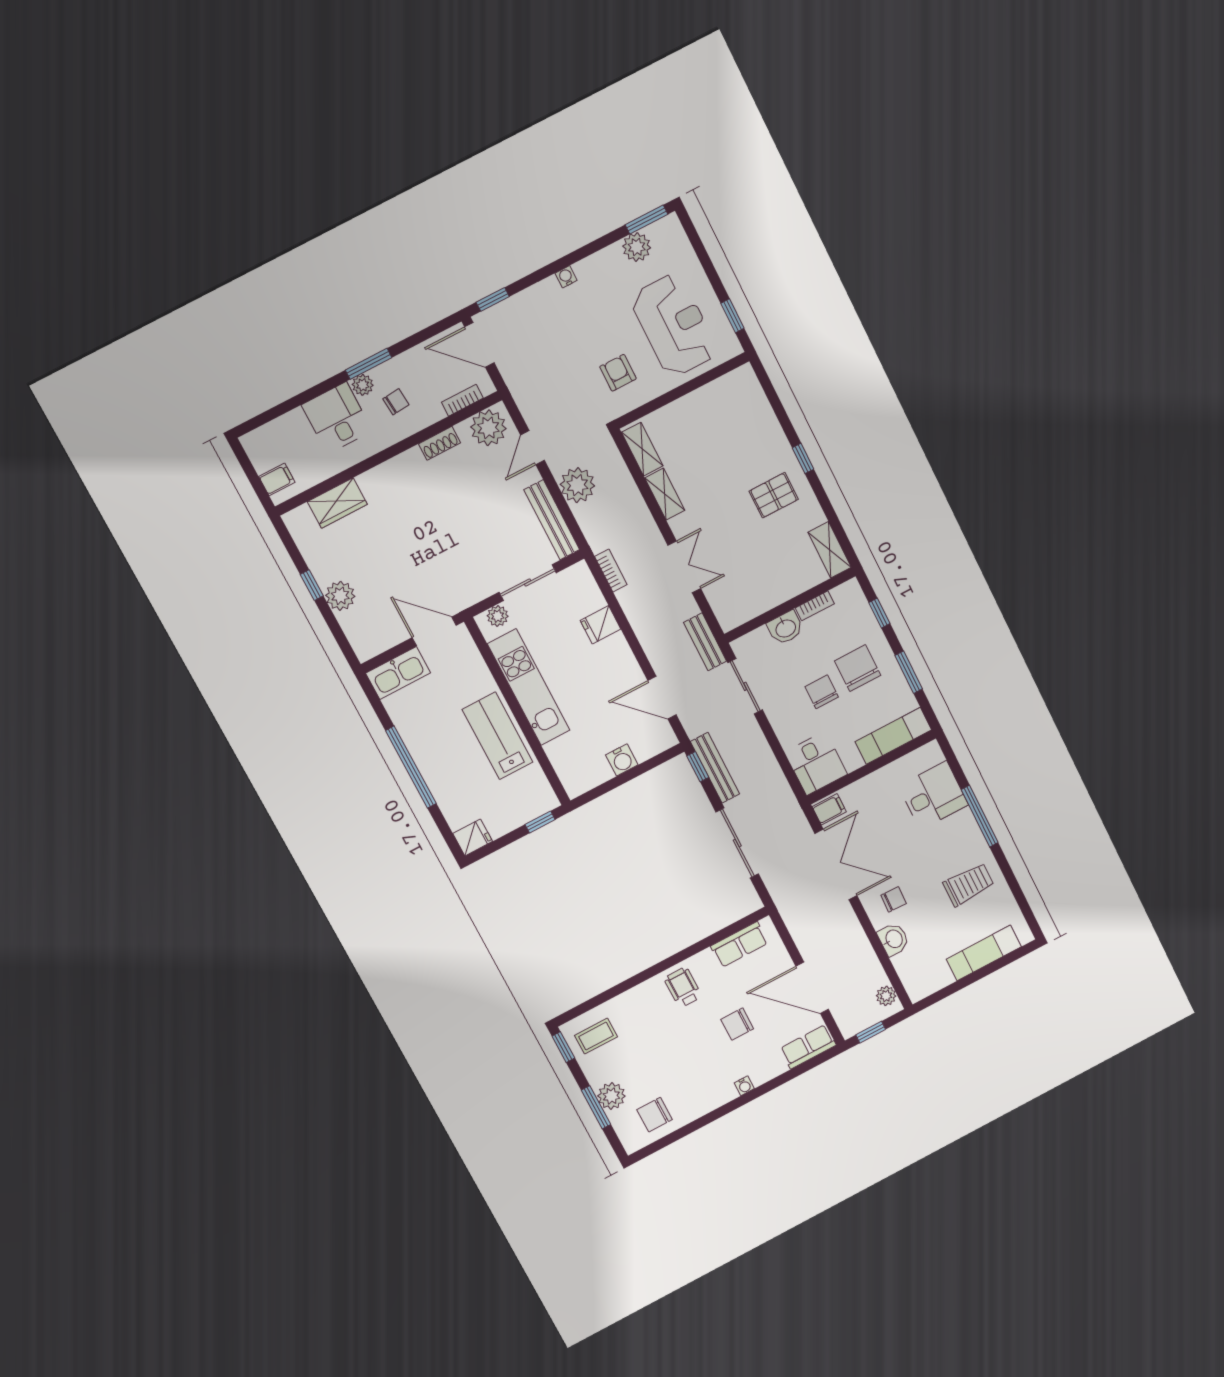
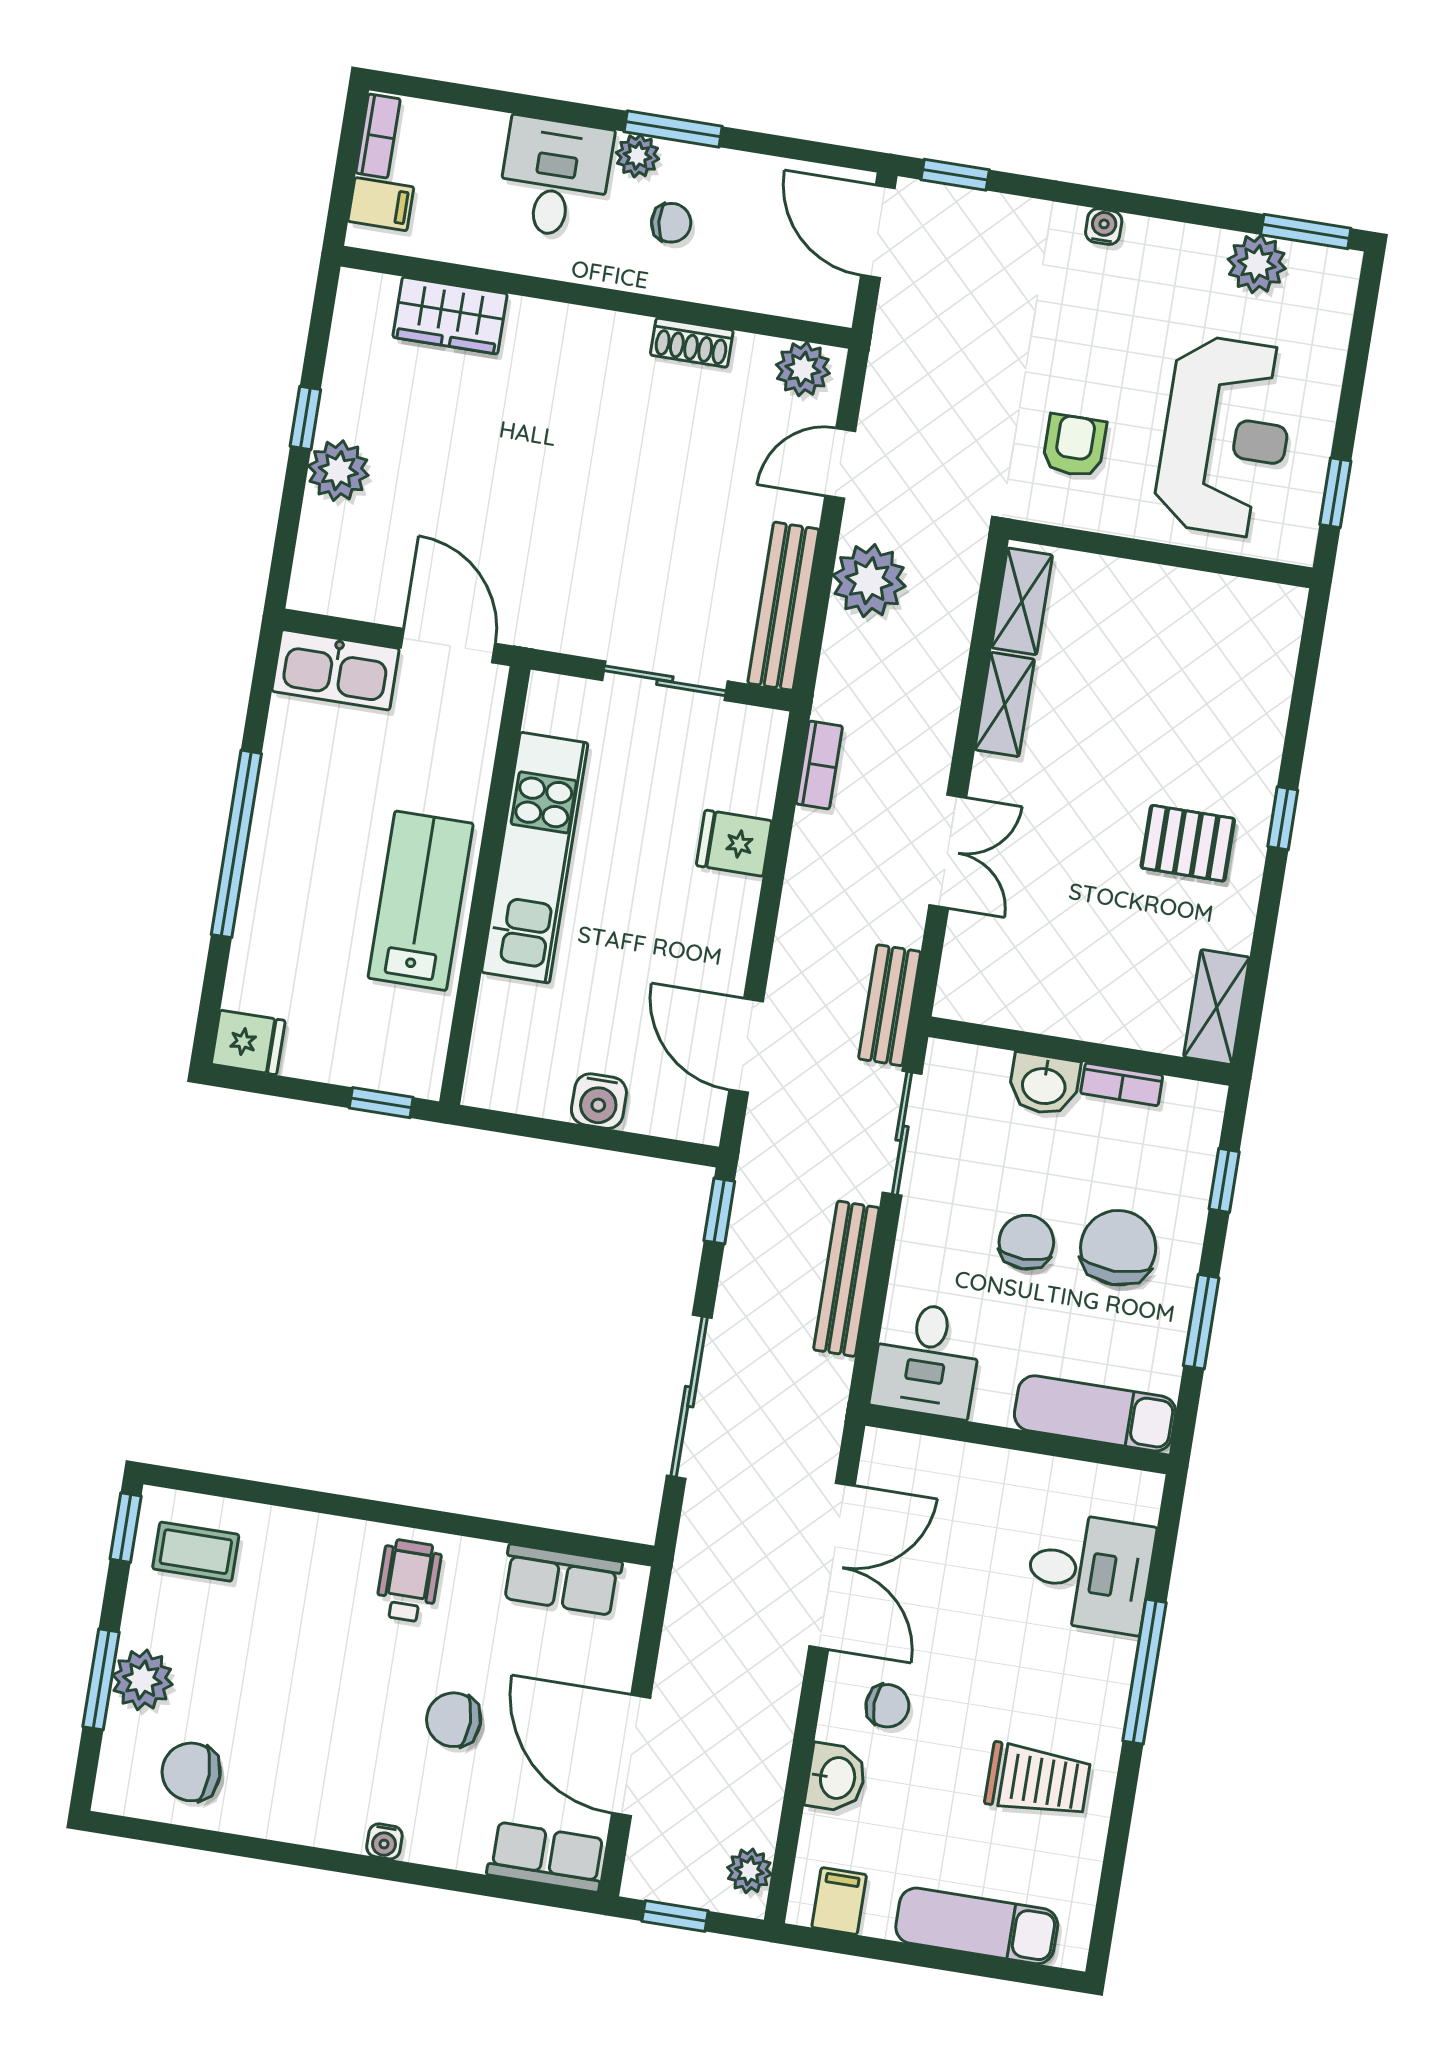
bookcase: (462, 400) -> (378, 136), moved, turned 90
plant: (488, 428) -> (803, 369), width x0.73, depth x0.73
plant: (498, 616) -> (573, 699), removed
bench: (715, 768) -> (846, 1279), moved
filing cabinet: (829, 809) -> (839, 1901), moved, turned -90

